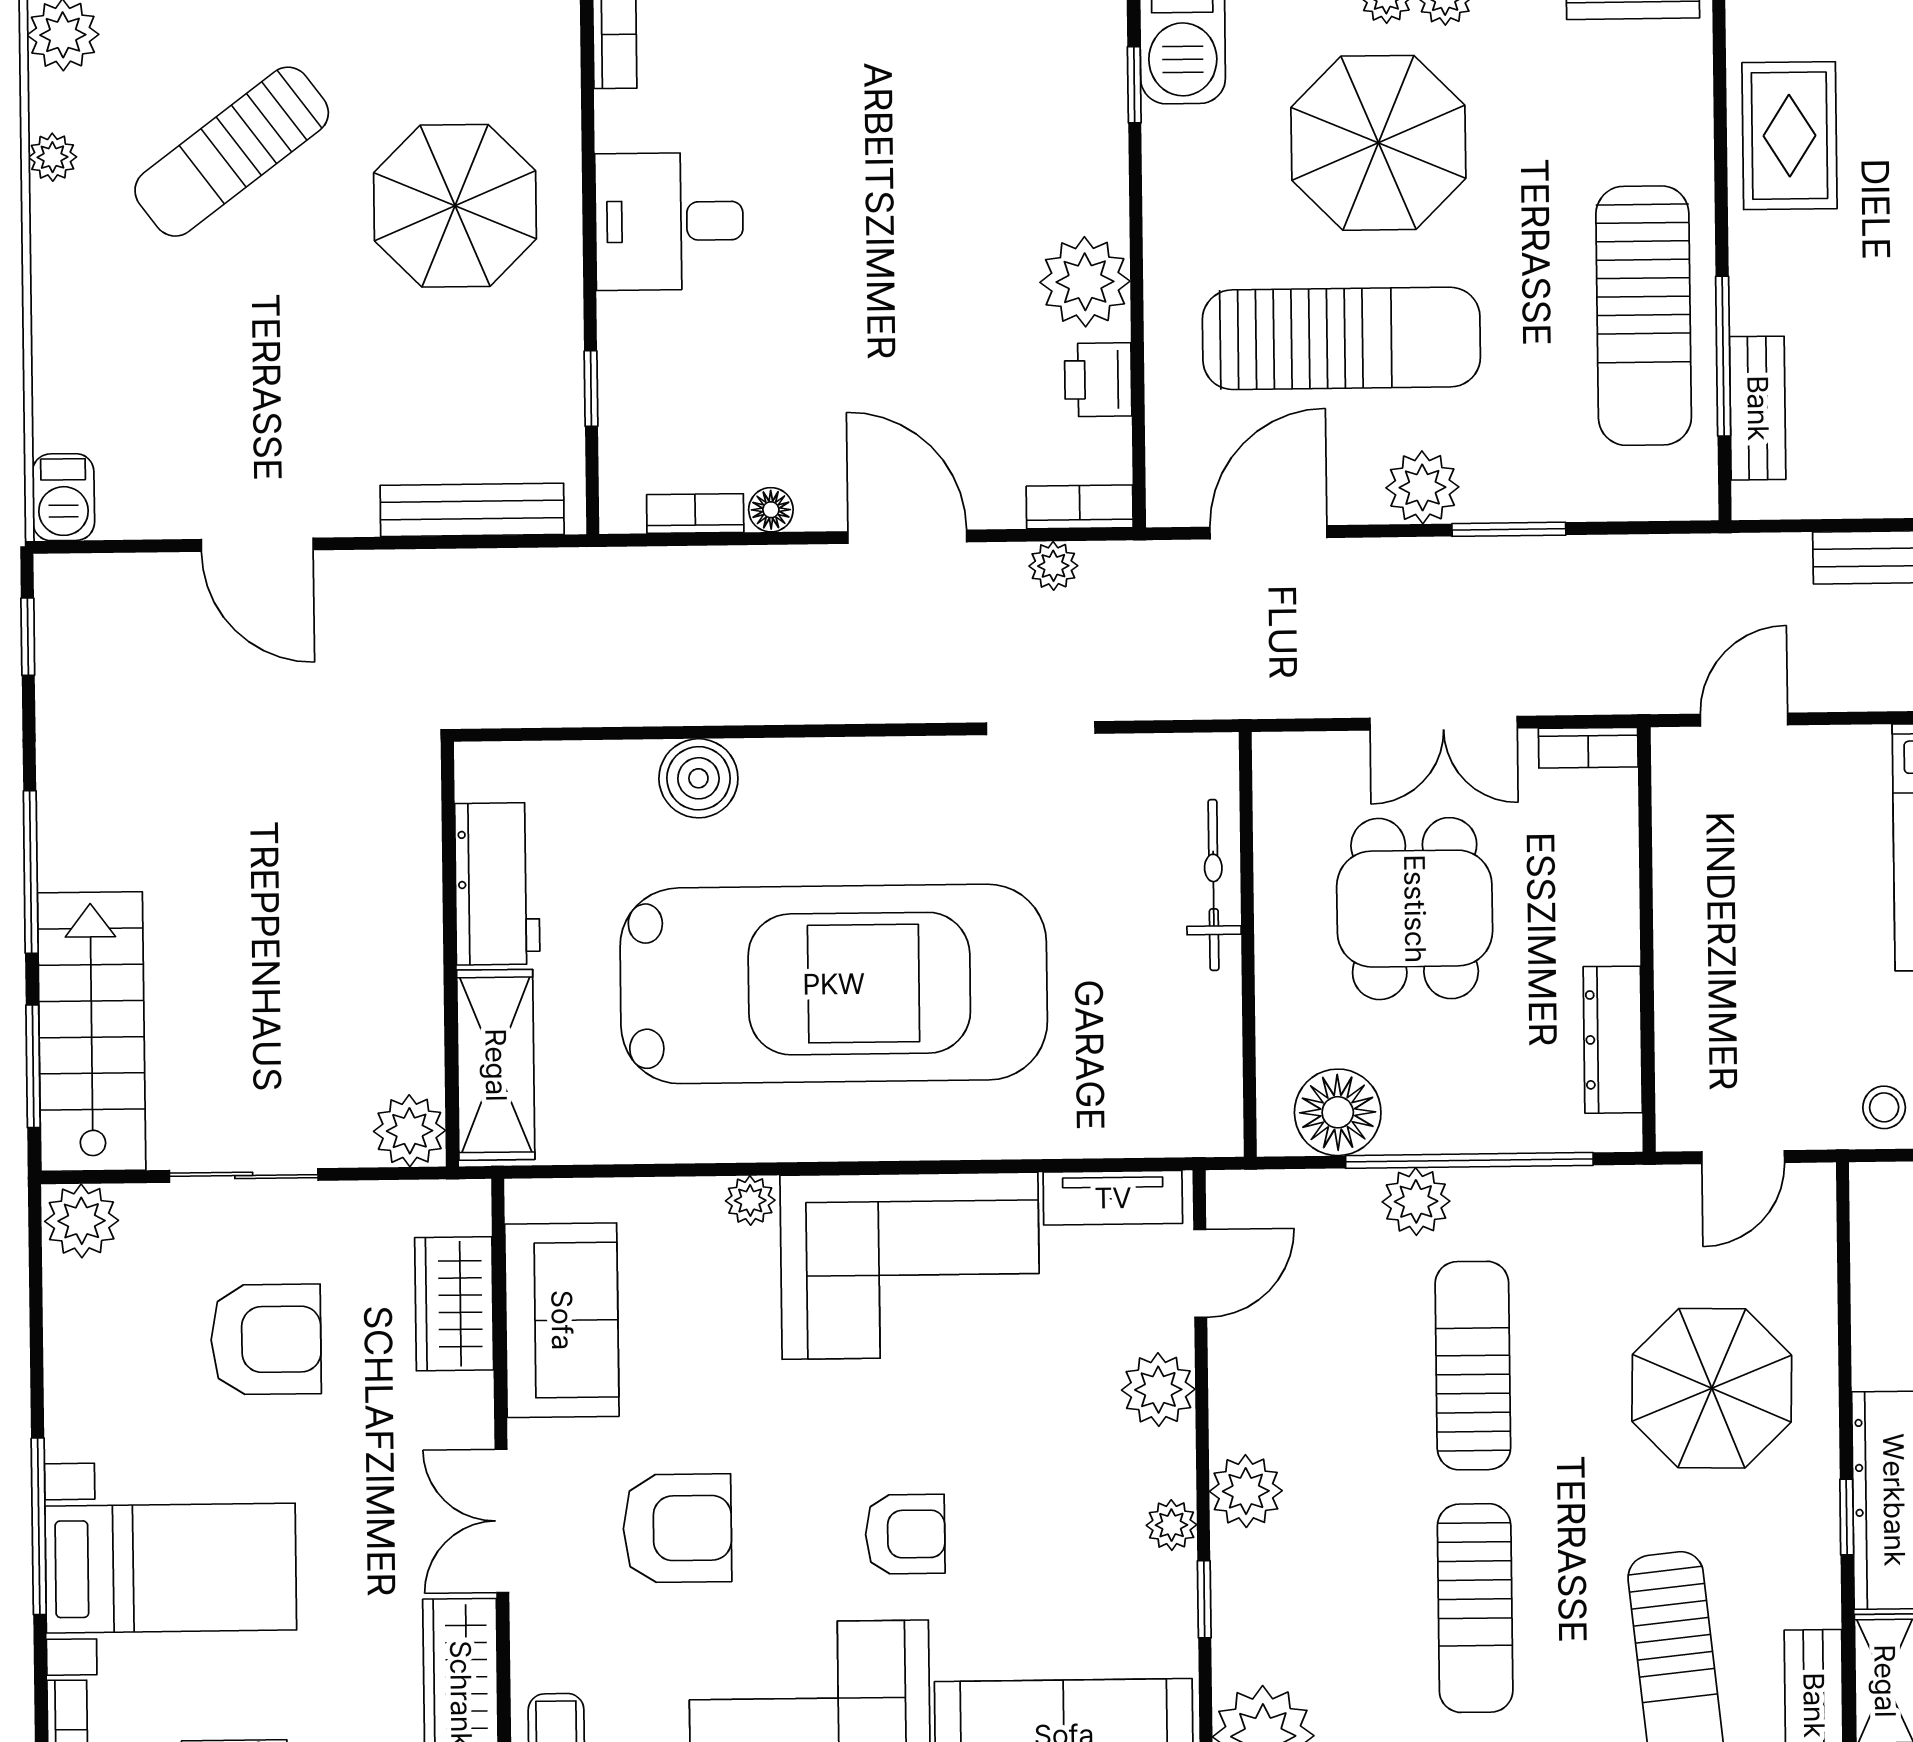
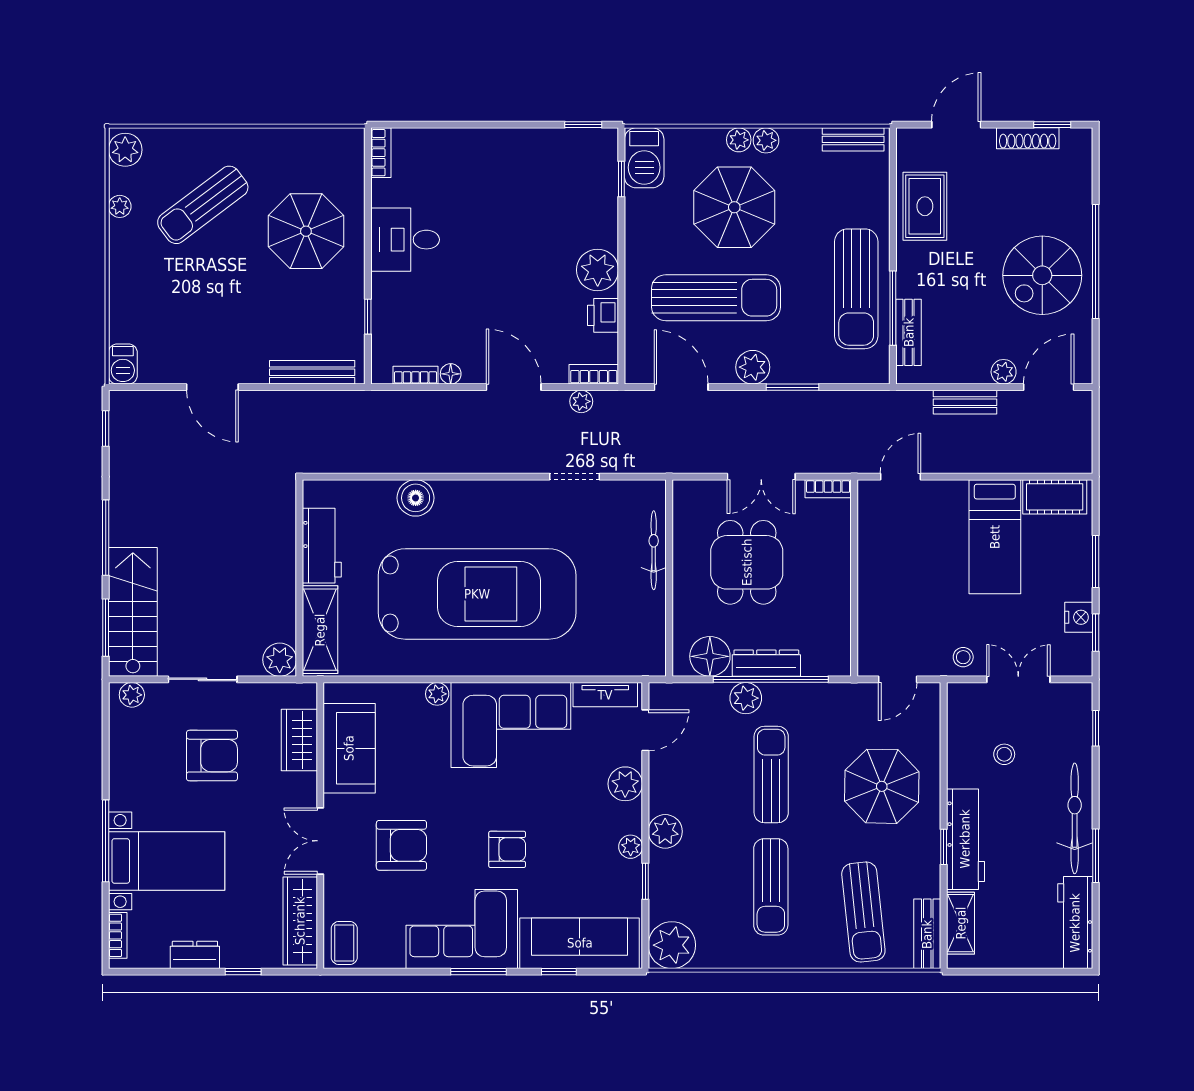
door: (1268, 532) -> (681, 387), hinge flipped
dresser: (1613, 1040) -> (766, 663), moved, turned 90
plant: (82, 1221) -> (132, 695), width x0.73, depth x0.73

